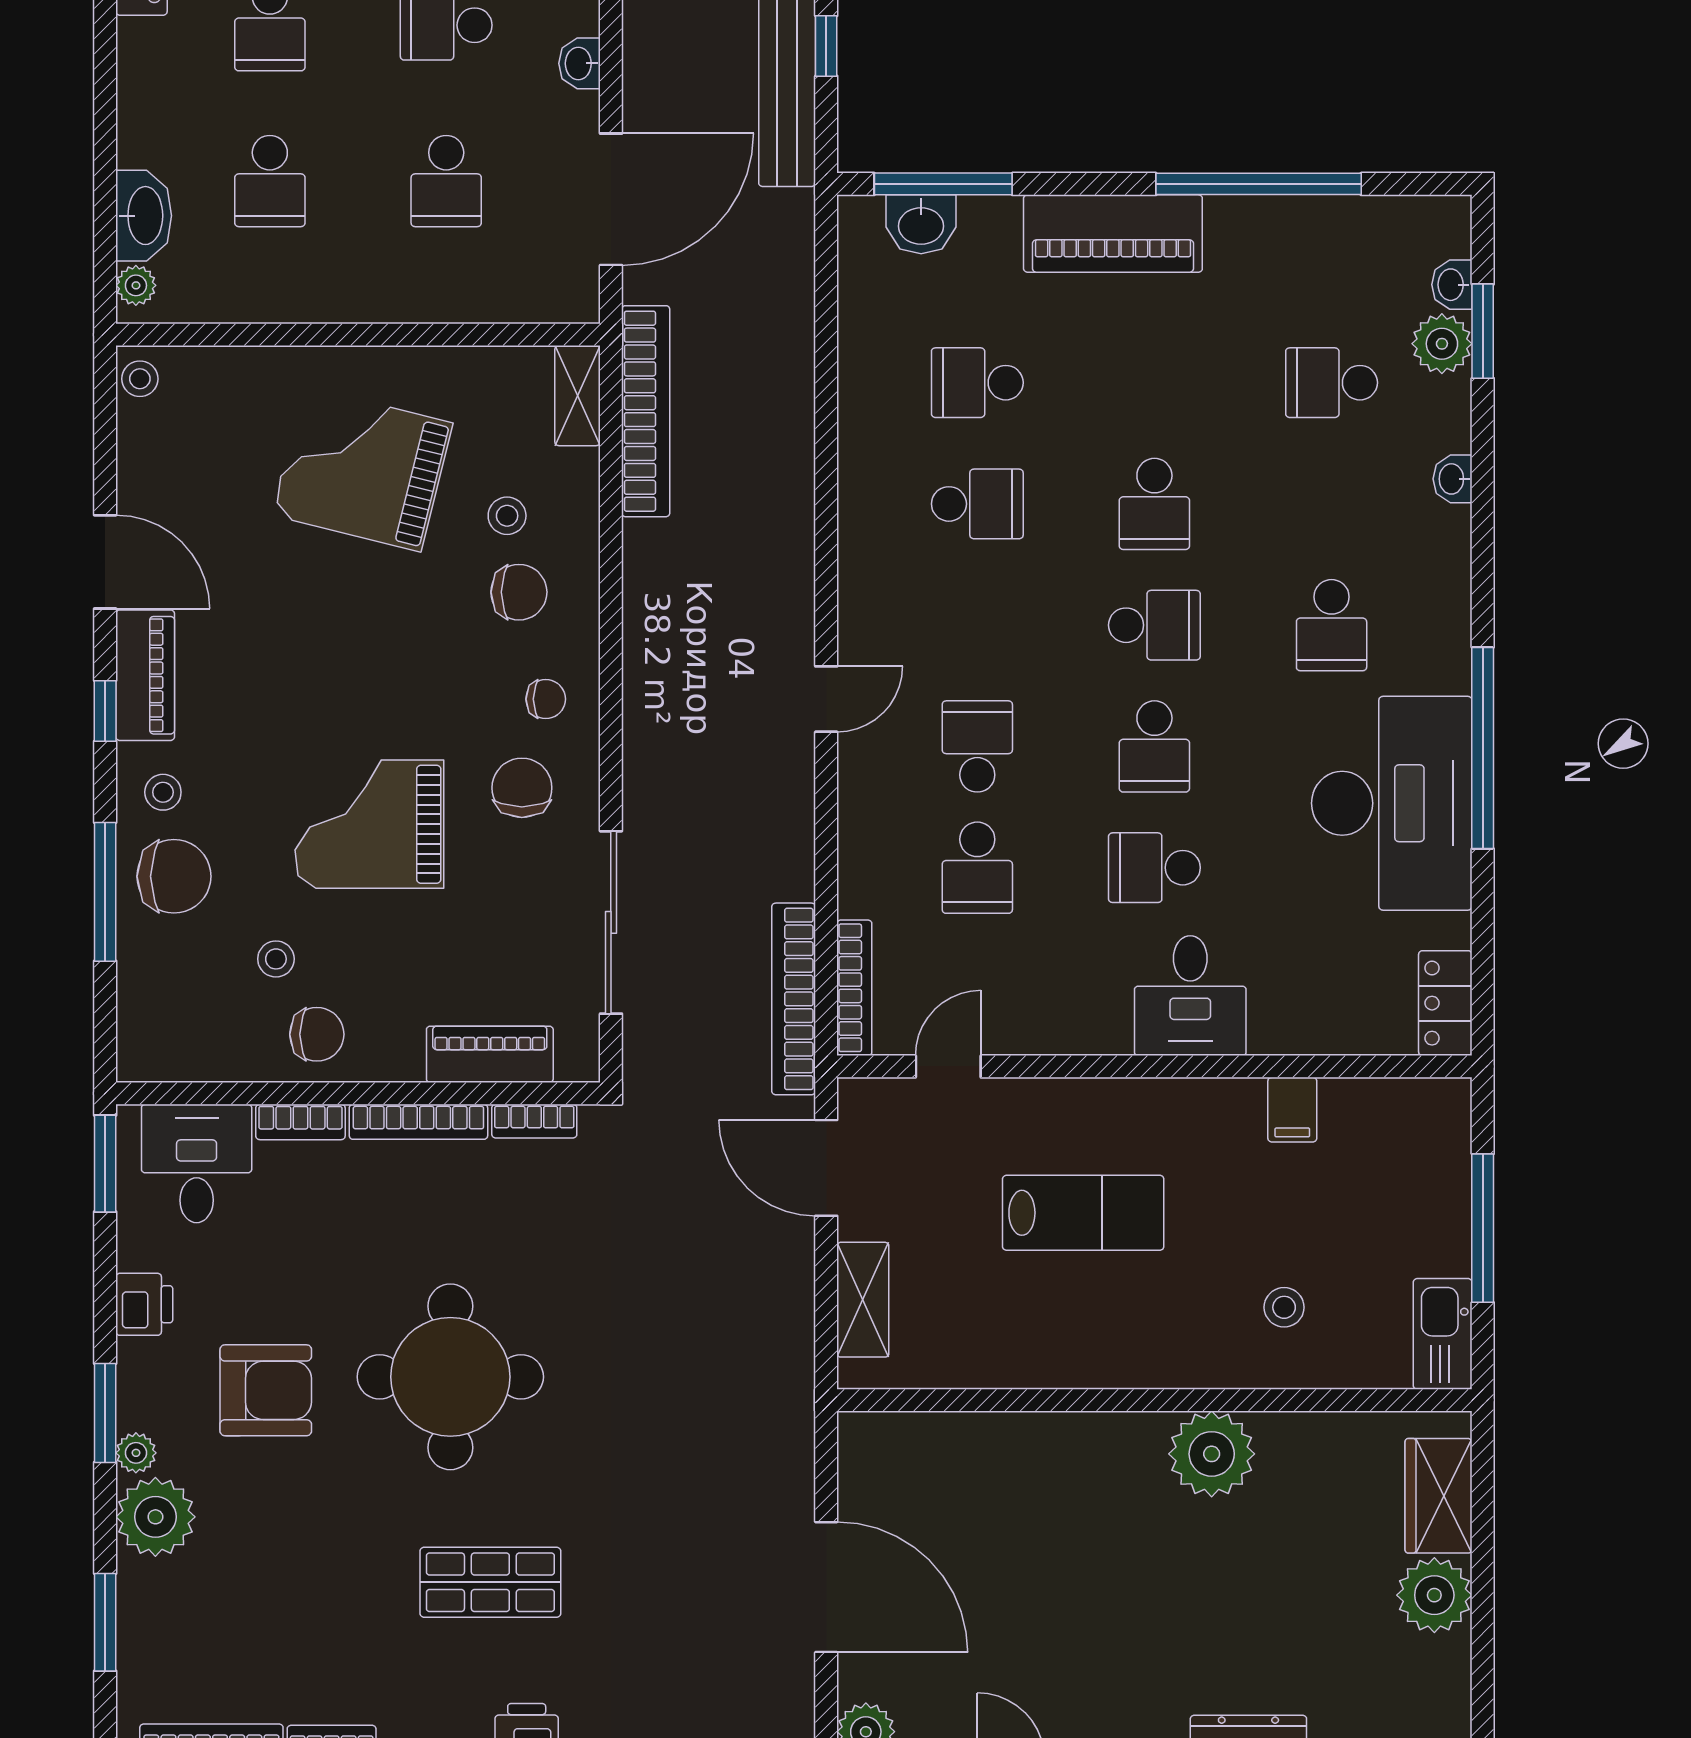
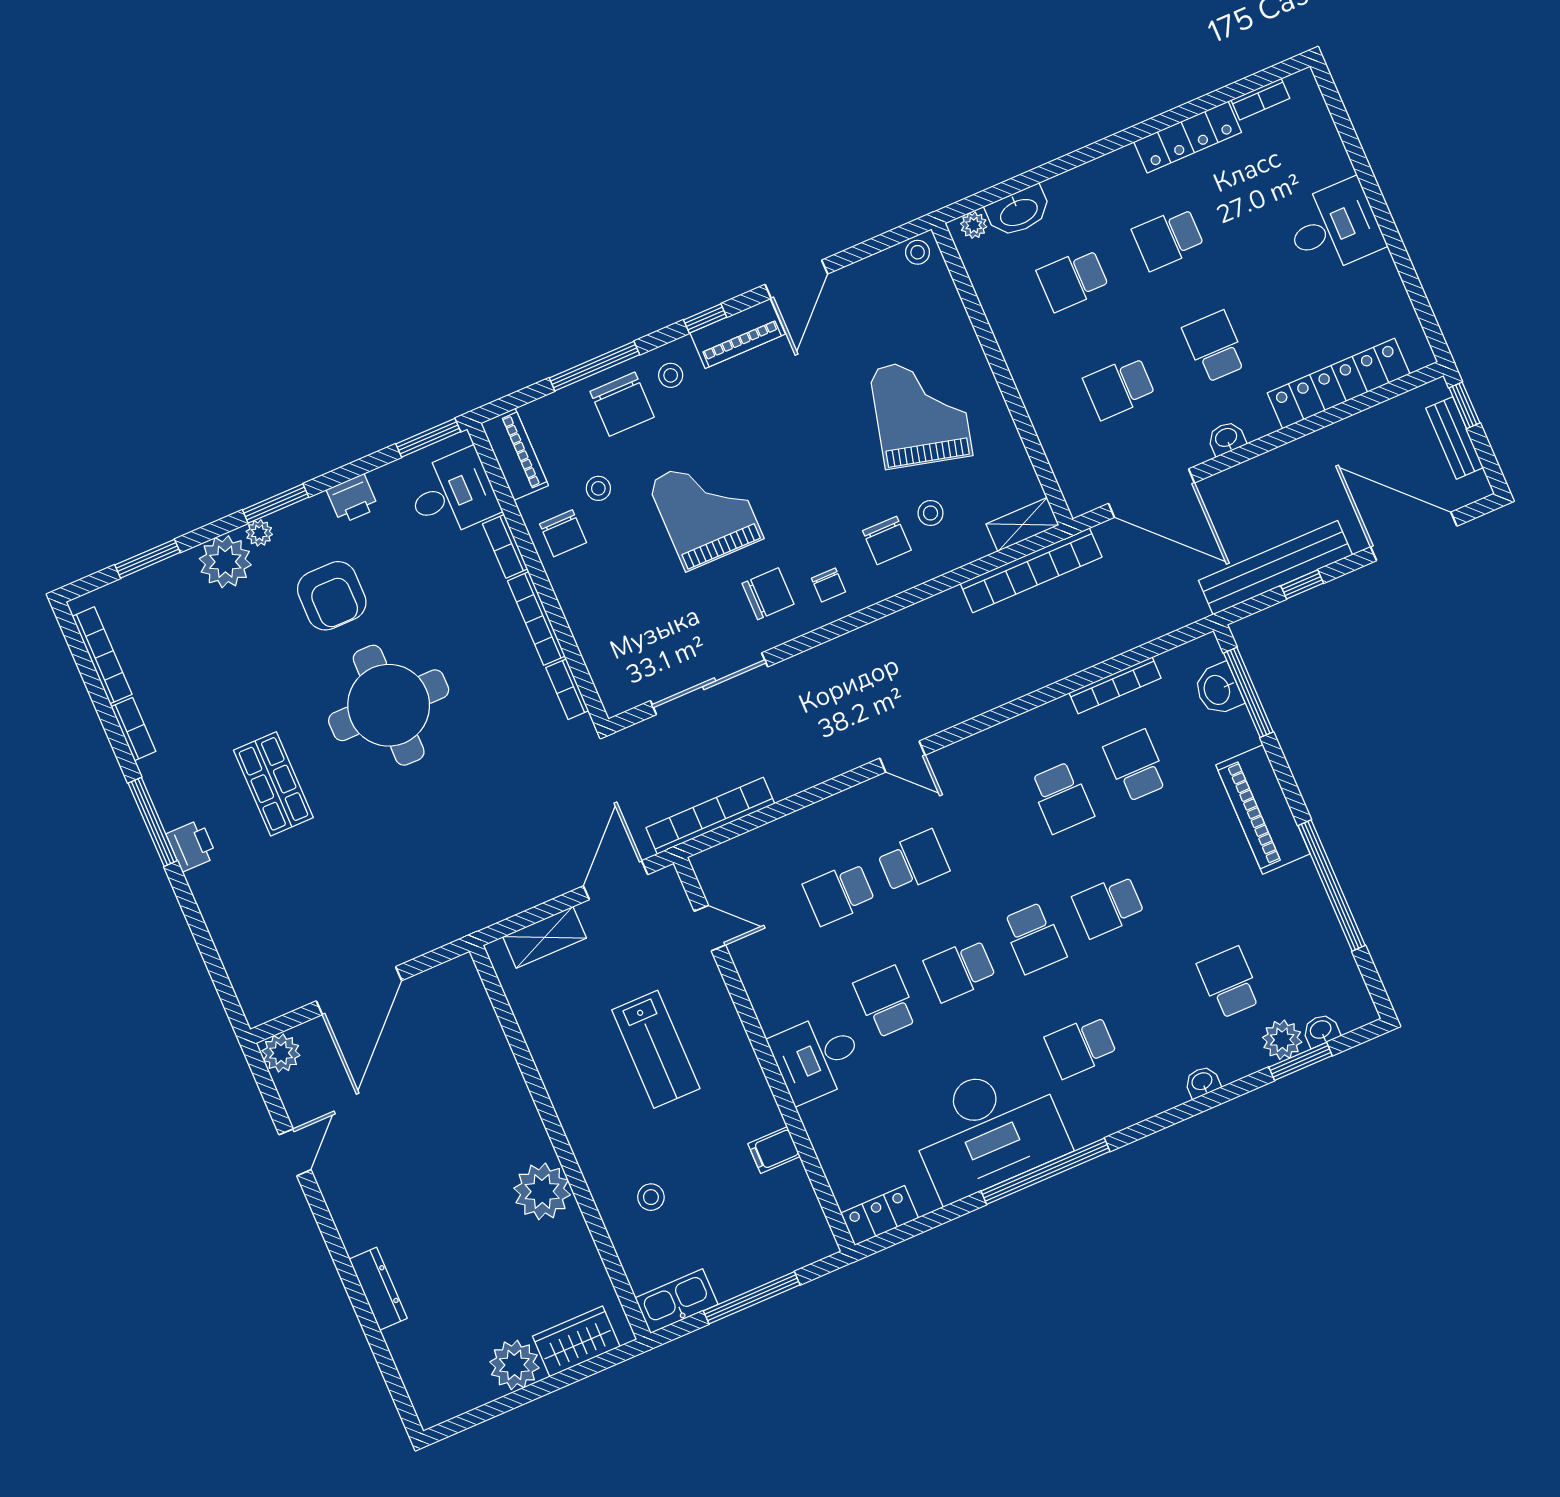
bookcase: (854, 988) -> (1115, 685), moved
piano: (490, 1054) -> (515, 454), moved

